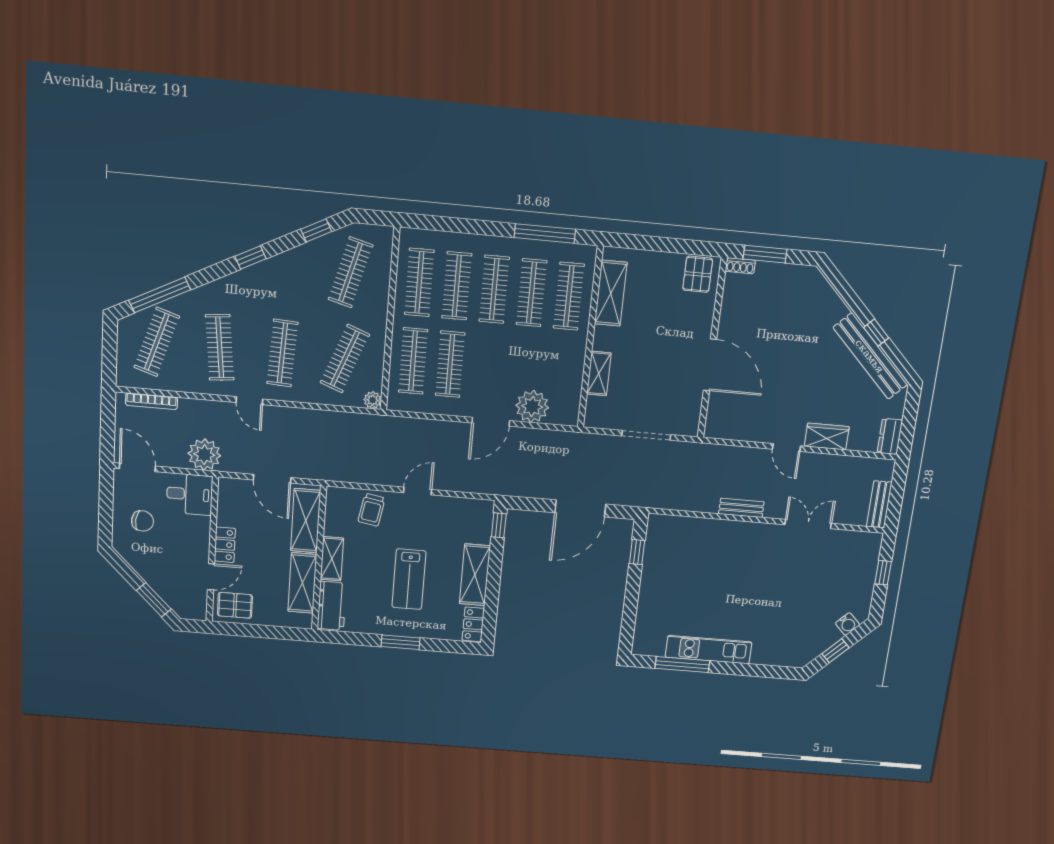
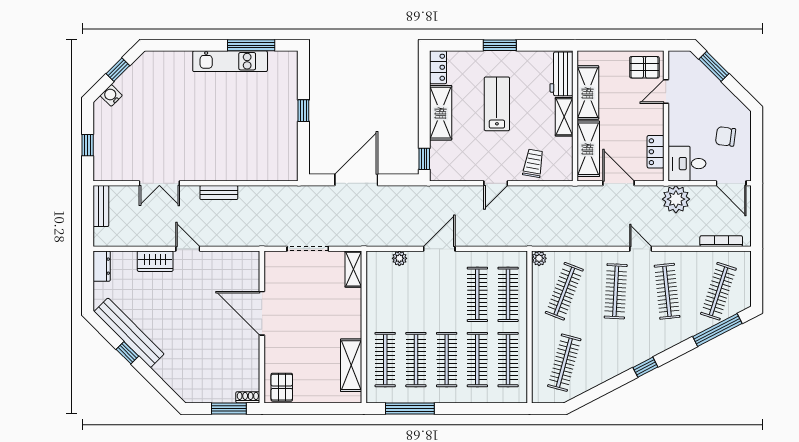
window: (316, 230) -> (594, 394), removed
shelving: (599, 373) -> (353, 269), moved
plant: (532, 406) -> (399, 258), width x0.53, depth x0.53
locker: (225, 545) -> (656, 152), moved
window: (637, 552) -> (303, 111), moved

